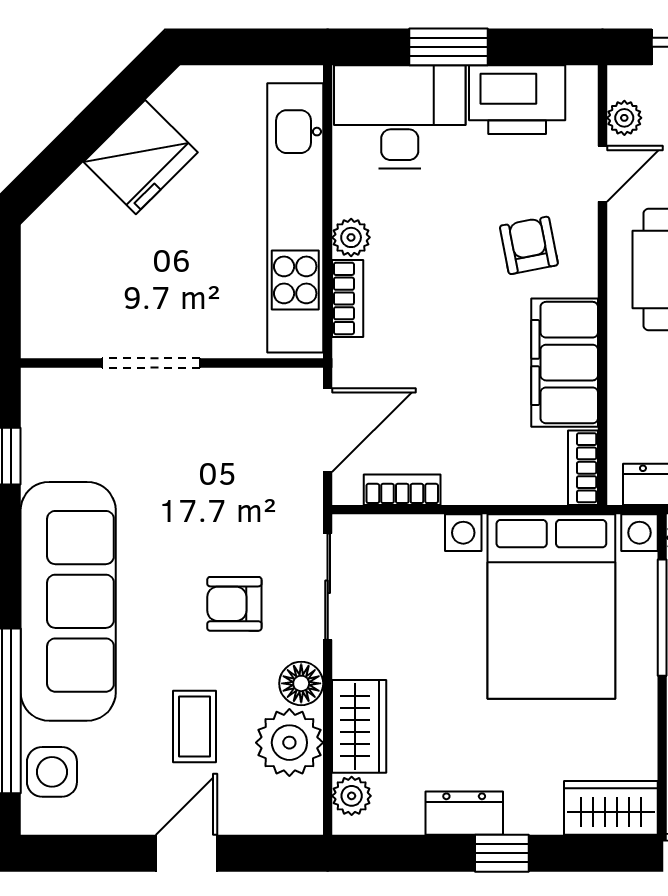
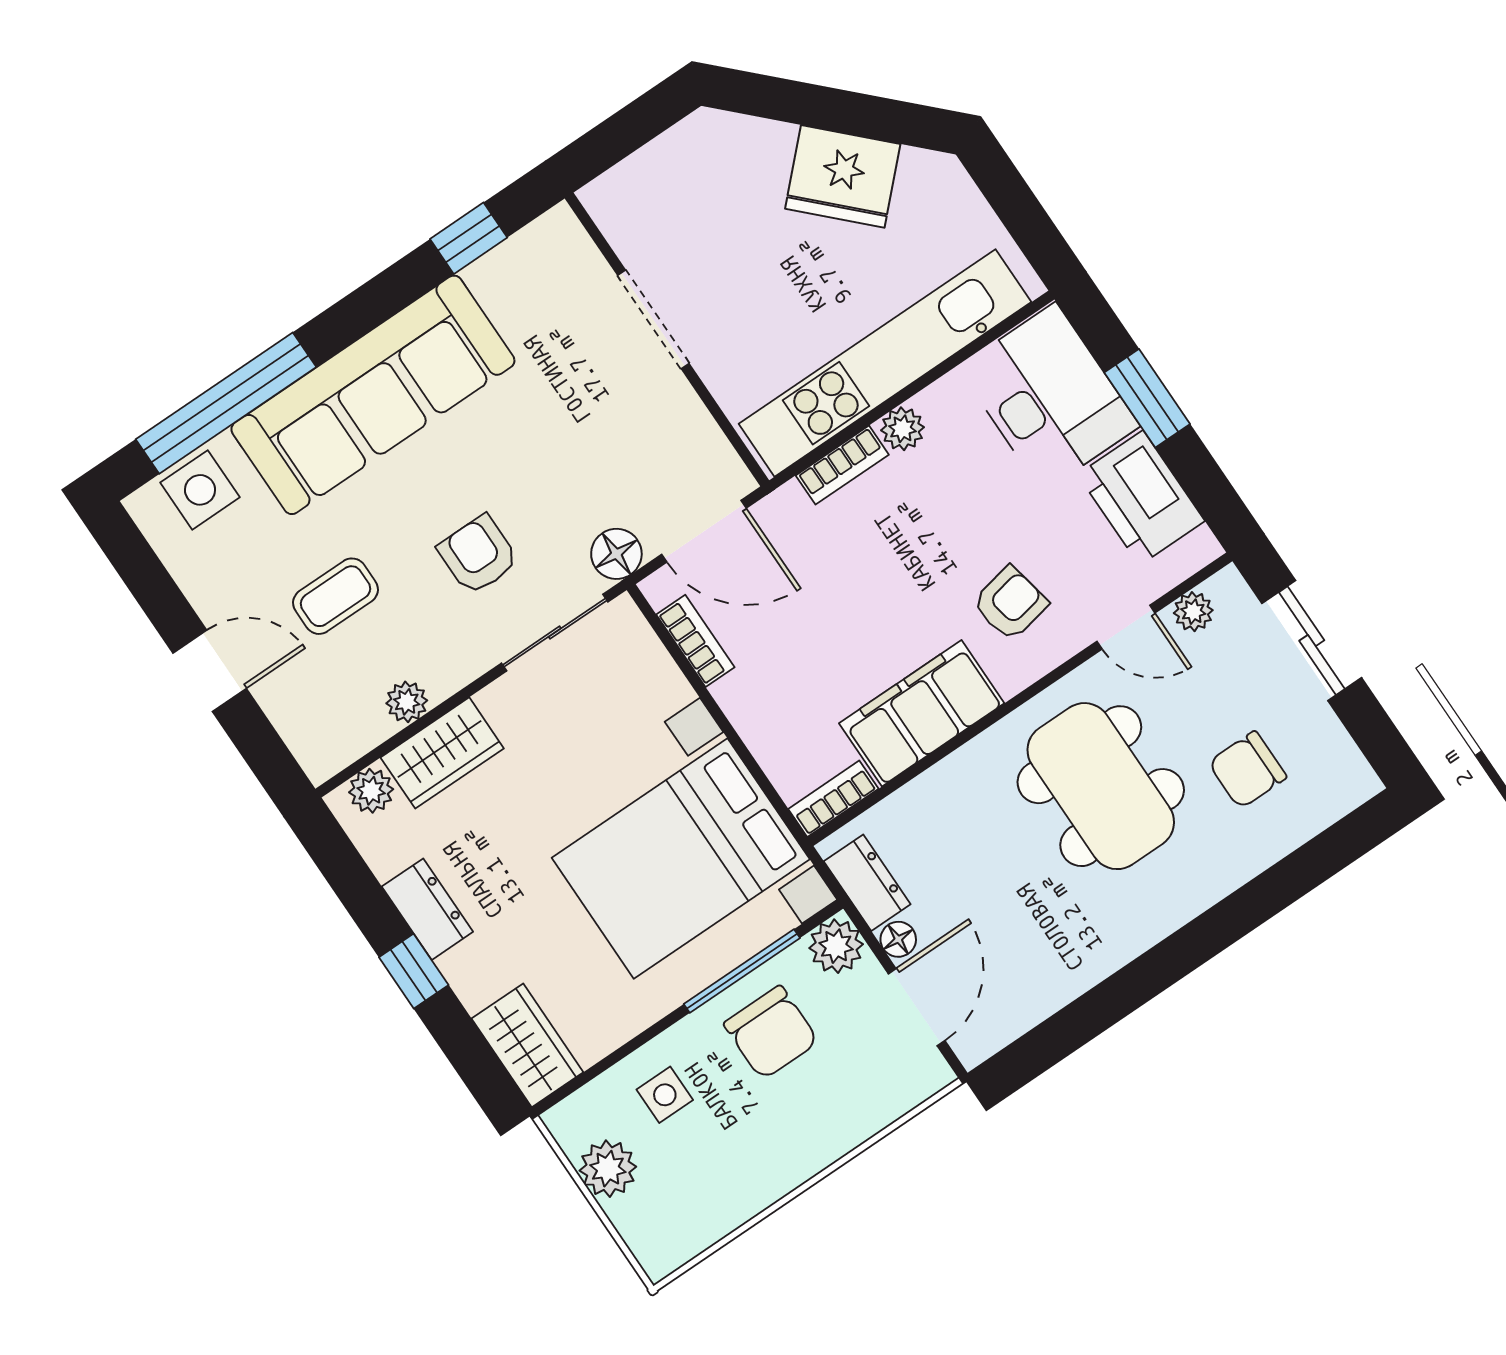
floor lamp: (301, 683) -> (616, 554), moved
plant: (289, 743) -> (407, 702), width x0.53, depth x0.53

